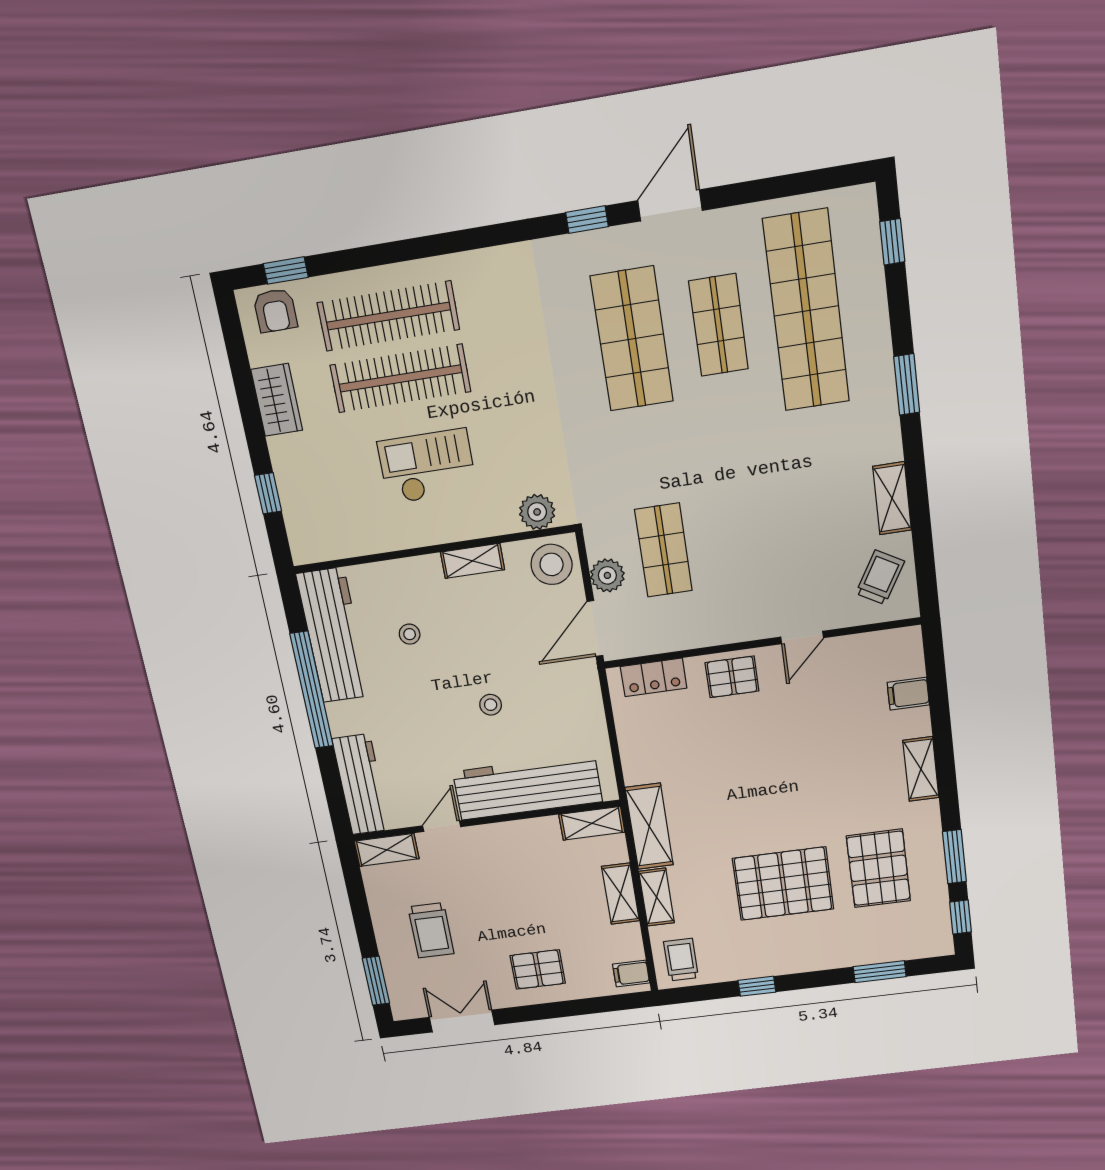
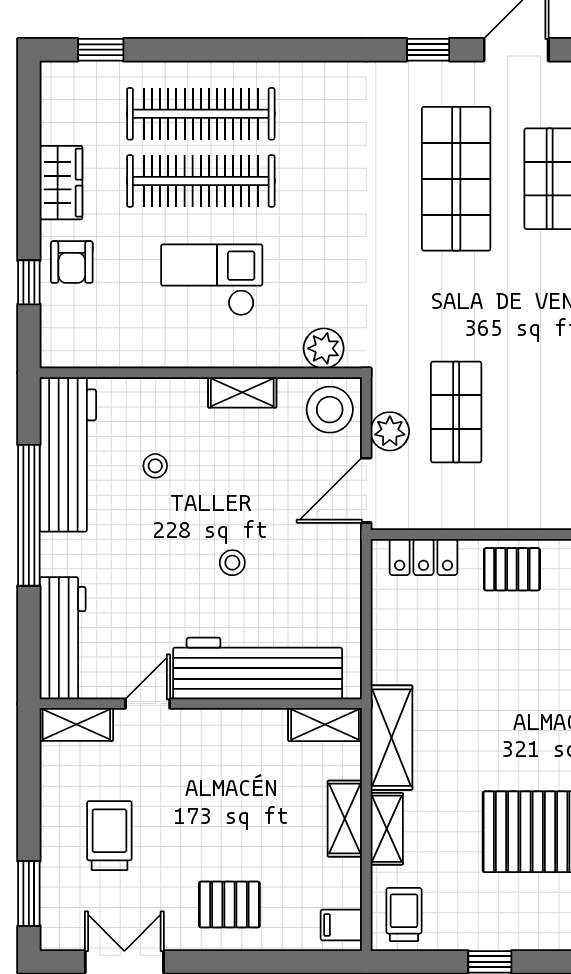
armchair: (275, 310) -> (72, 262), moved
trolley: (431, 930) -> (109, 836), turned 180

